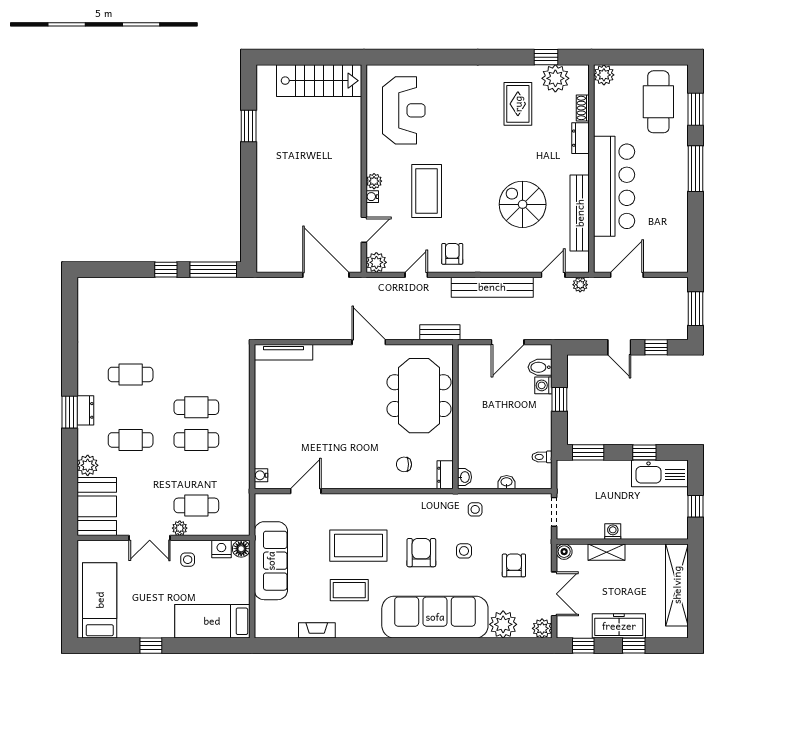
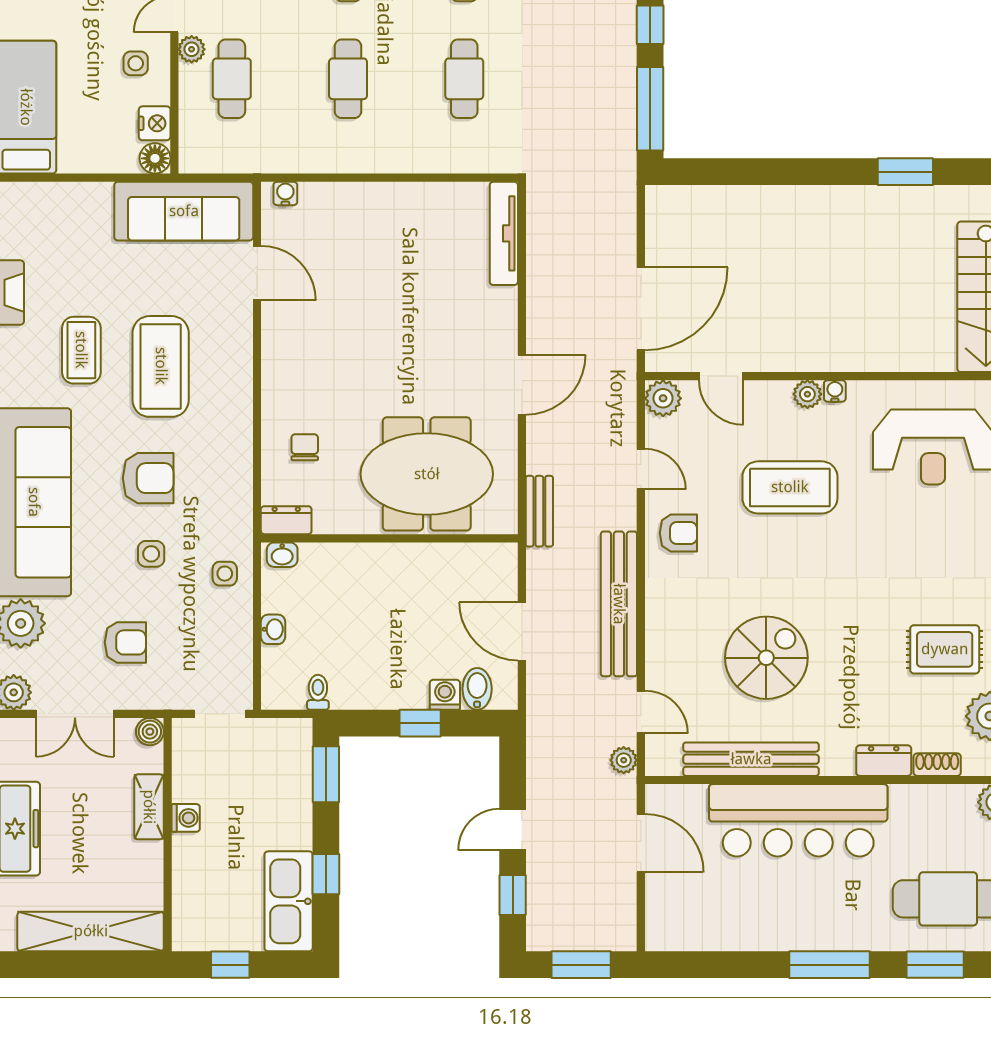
water cooler: (372, 197) -> (835, 391), moved
cafe table: (196, 407) -> (464, 79), moved
sofa: (271, 561) -> (184, 211), moved

